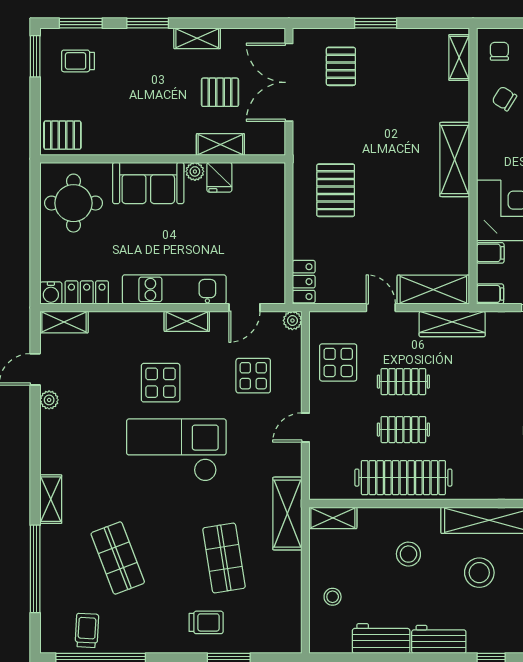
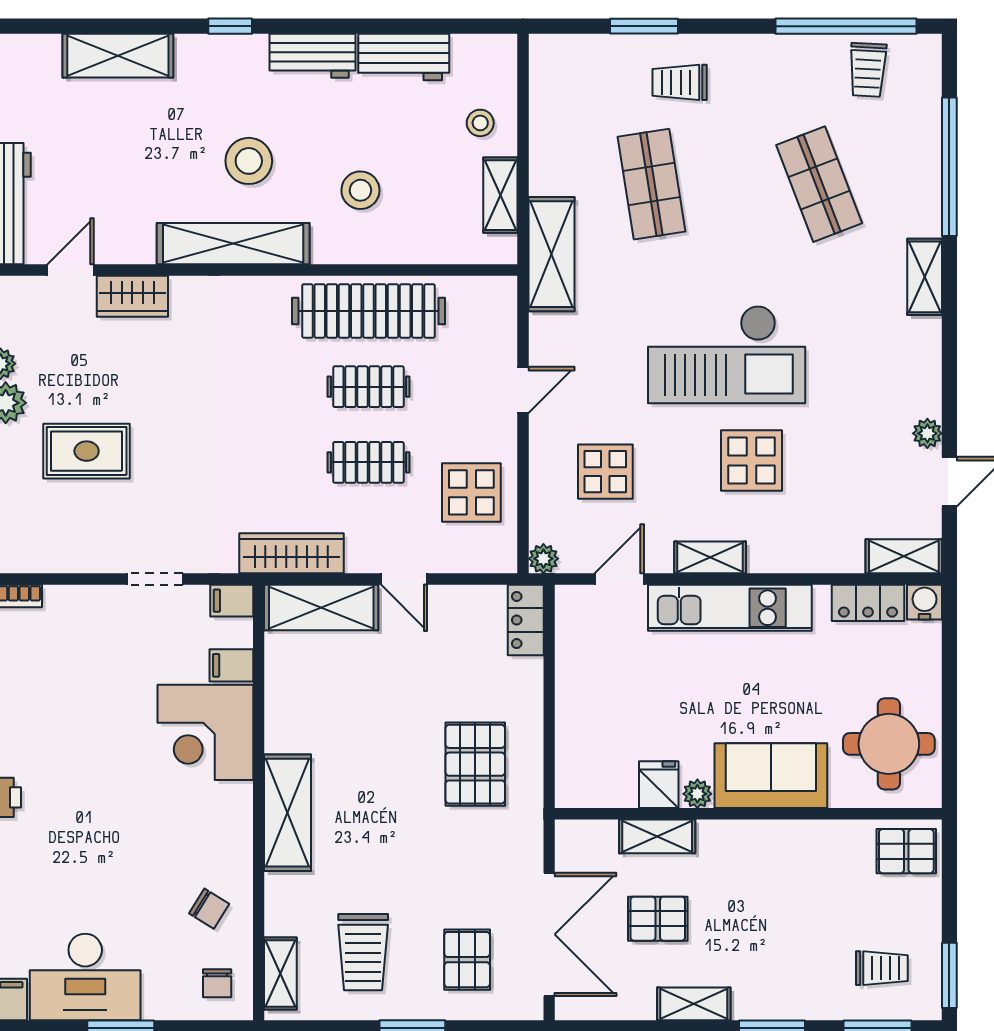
trolley: (407, 71) -> (363, 952), added
shelving: (333, 518) -> (500, 195), moved, turned 90

